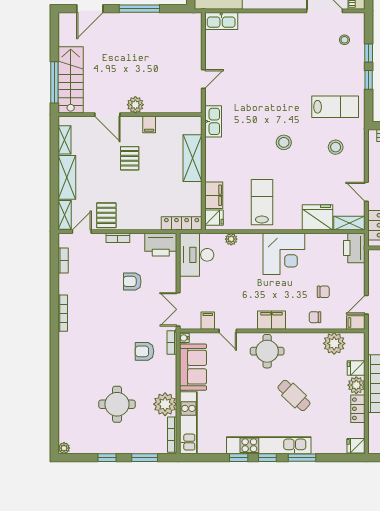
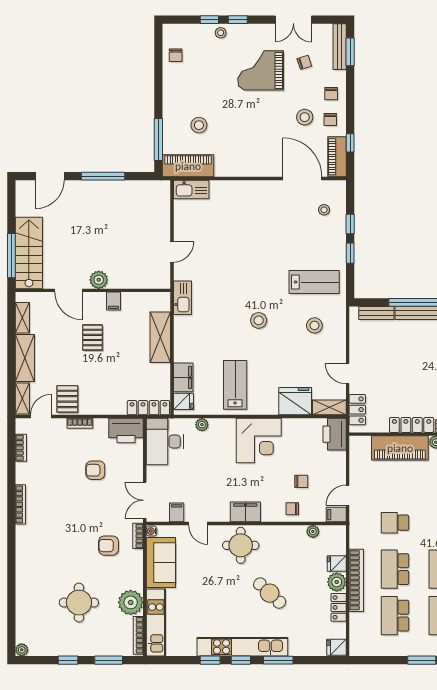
plant: (334, 343) -> (313, 531), width x0.53, depth x0.53

